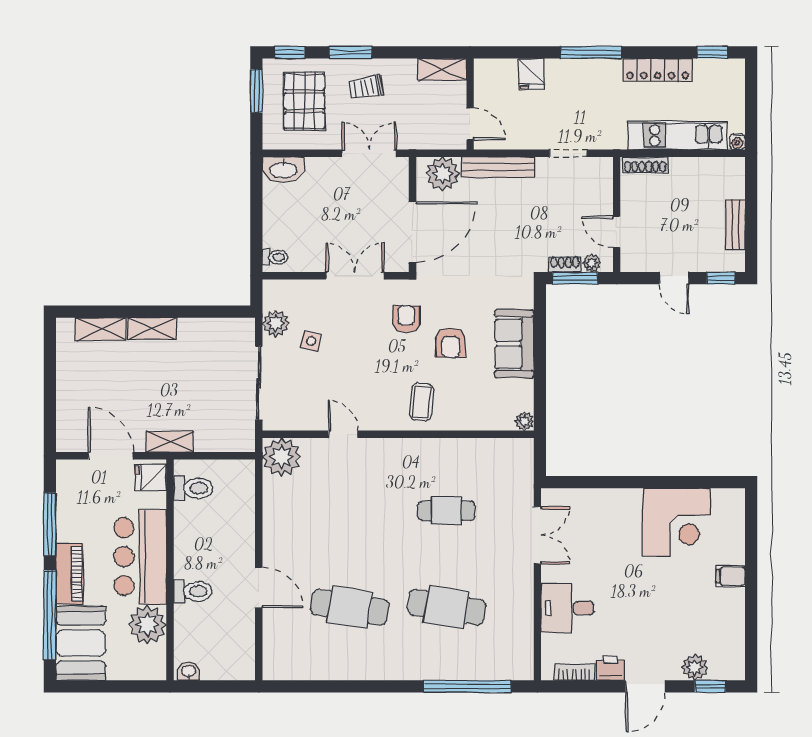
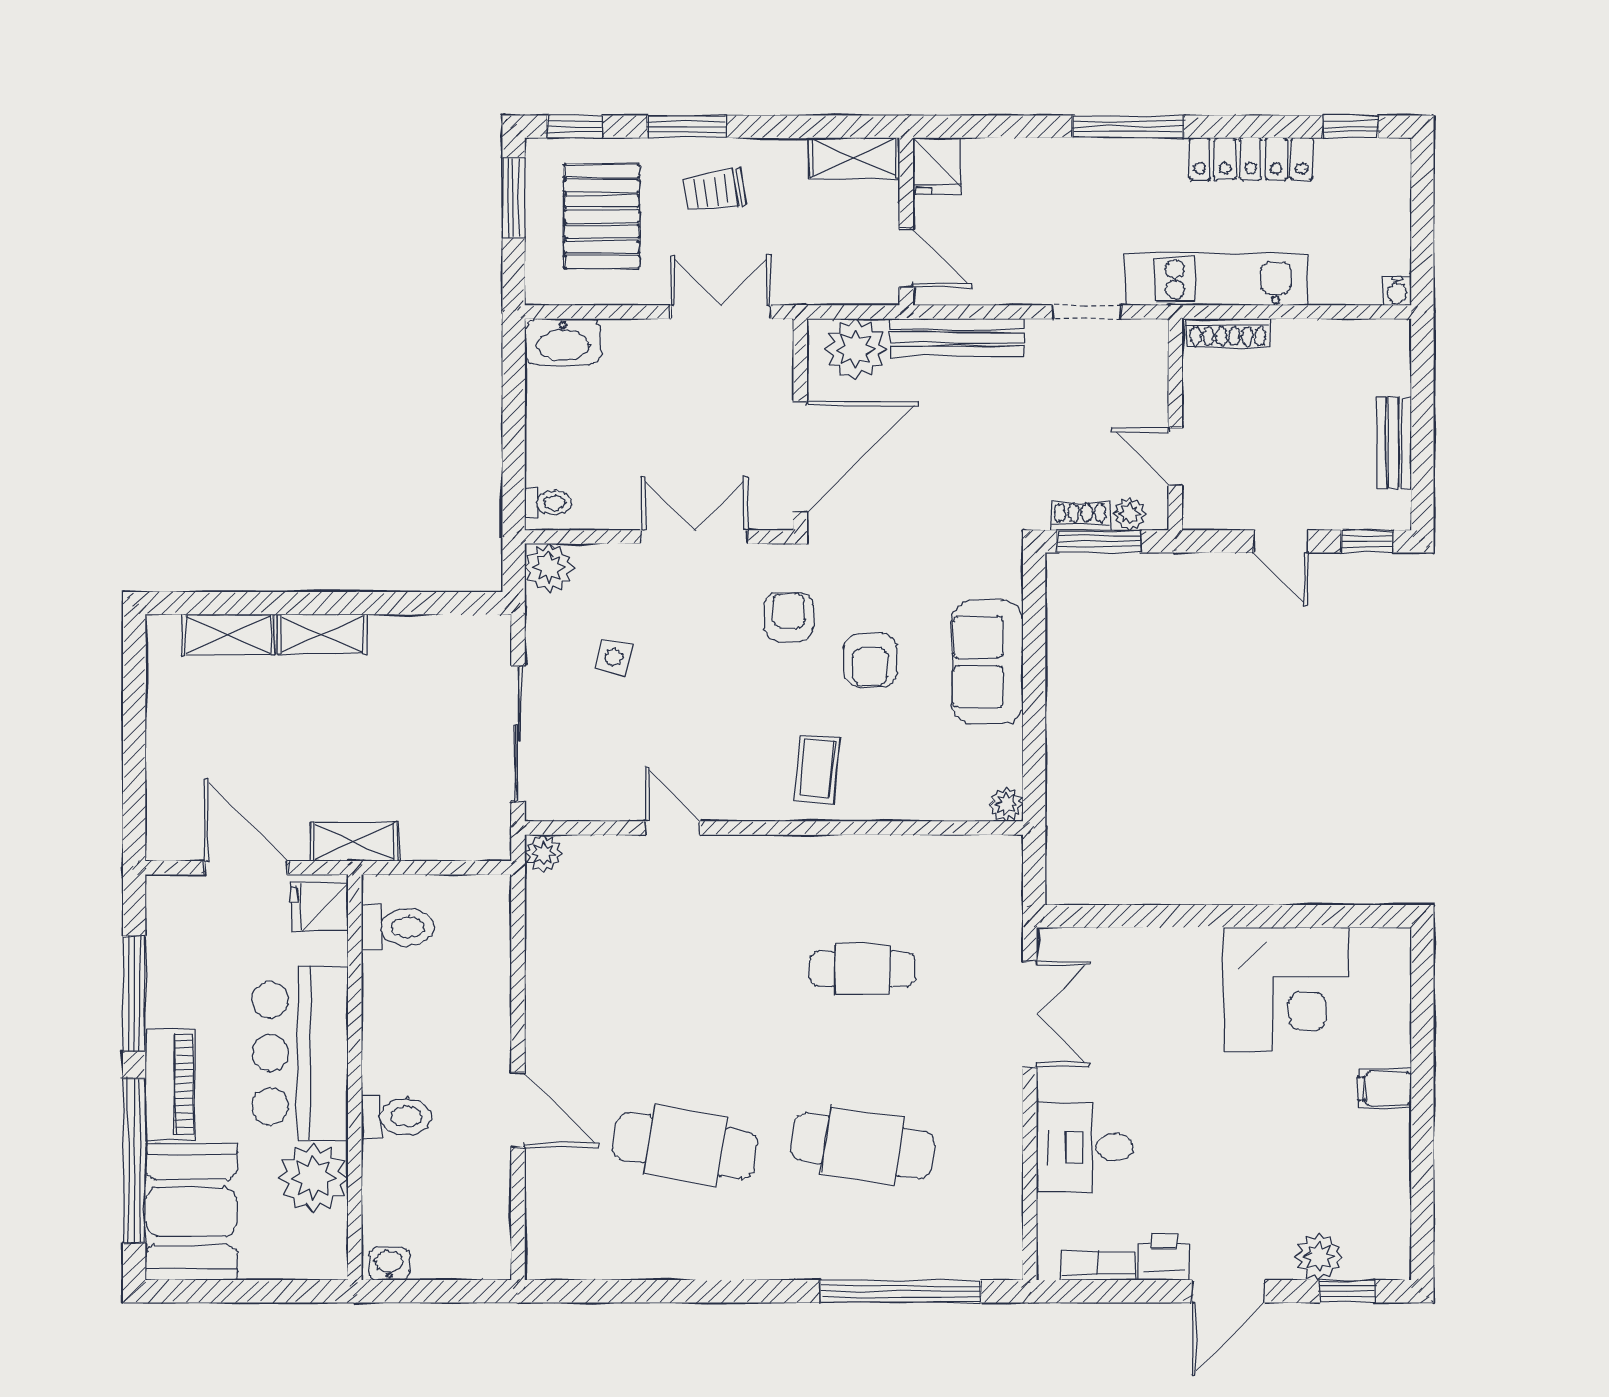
fridge: (531, 74) -> (937, 166), moved
kitchen unit: (678, 136) -> (1217, 279), moved
plant: (276, 323) -> (549, 568), moved
plant: (281, 457) -> (543, 853), width x0.53, depth x0.53

